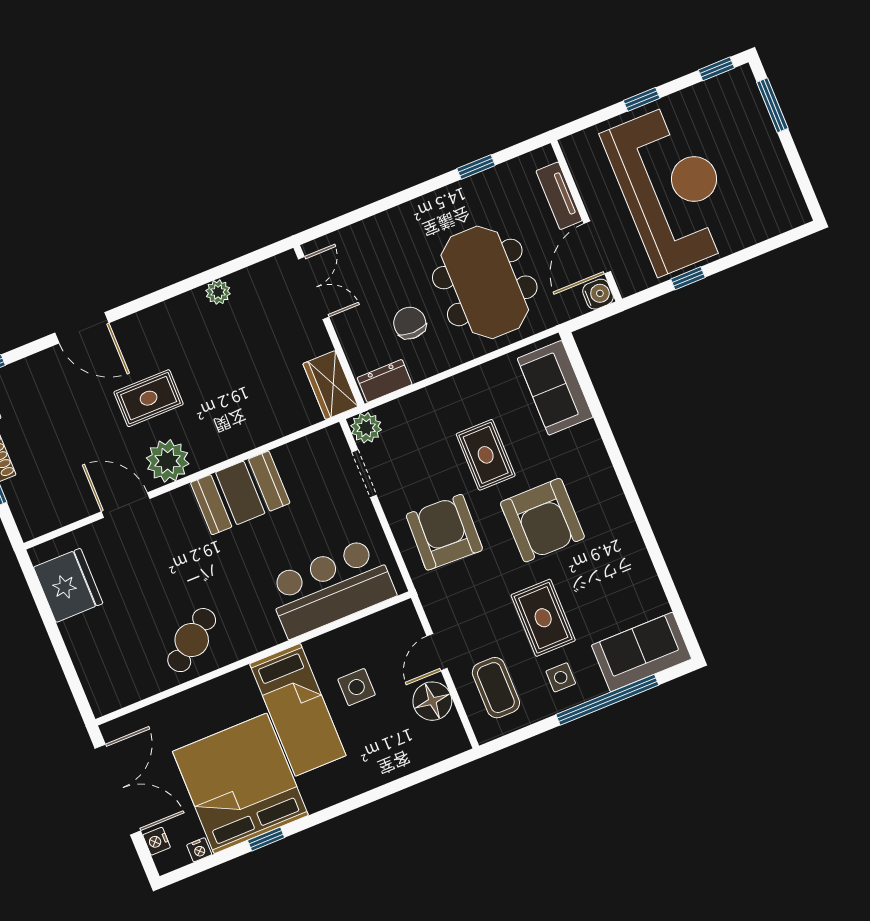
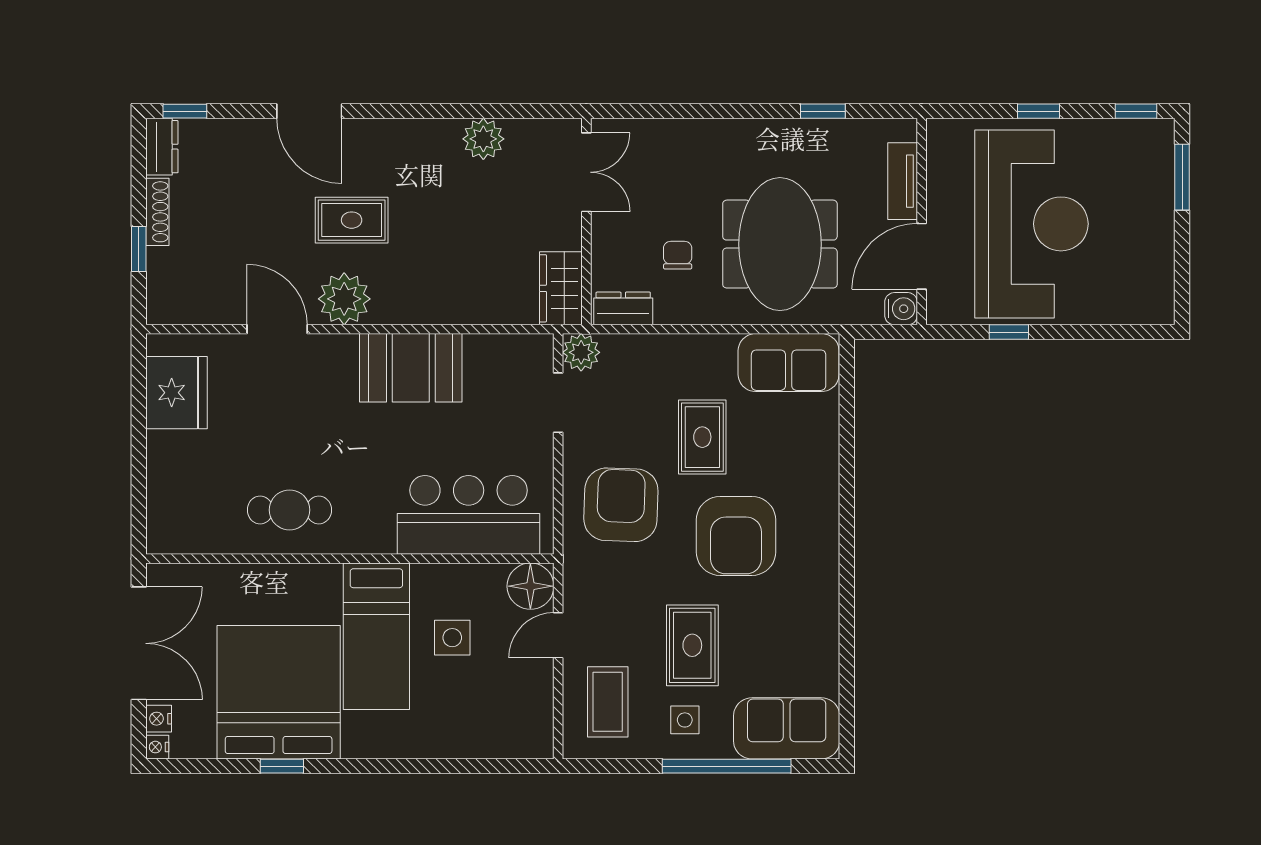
plant: (218, 292) -> (483, 139), width x1.38, depth x1.38
chair: (410, 323) -> (678, 255), width x0.73, depth x0.73
sofa: (555, 388) -> (789, 363), moved, turned -90
cafe table: (192, 640) -> (289, 510), turned 37
floor lamp: (432, 701) -> (530, 586), moved
nightstand: (199, 850) -> (157, 747), moved, turned 90

